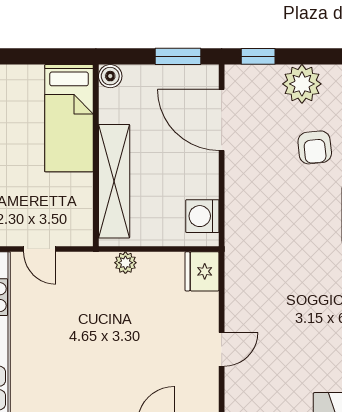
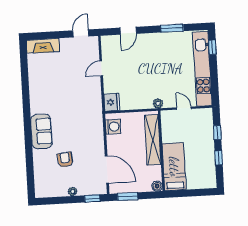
plant: (302, 84) -> (73, 191), width x0.53, depth x0.53
plant: (125, 263) -> (158, 103), moved

